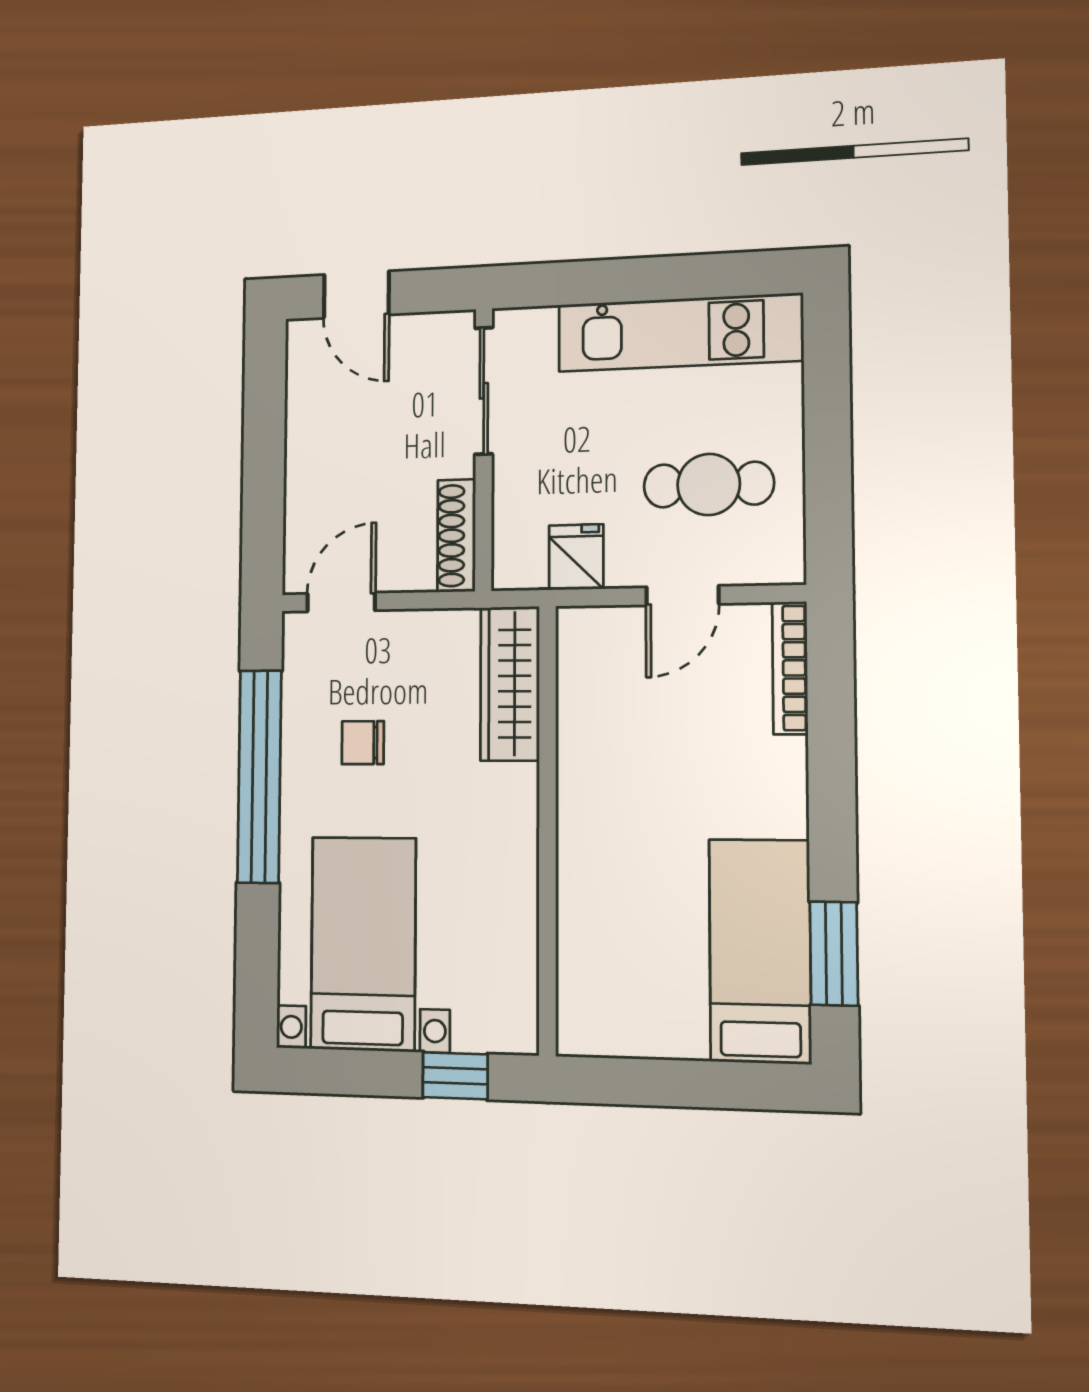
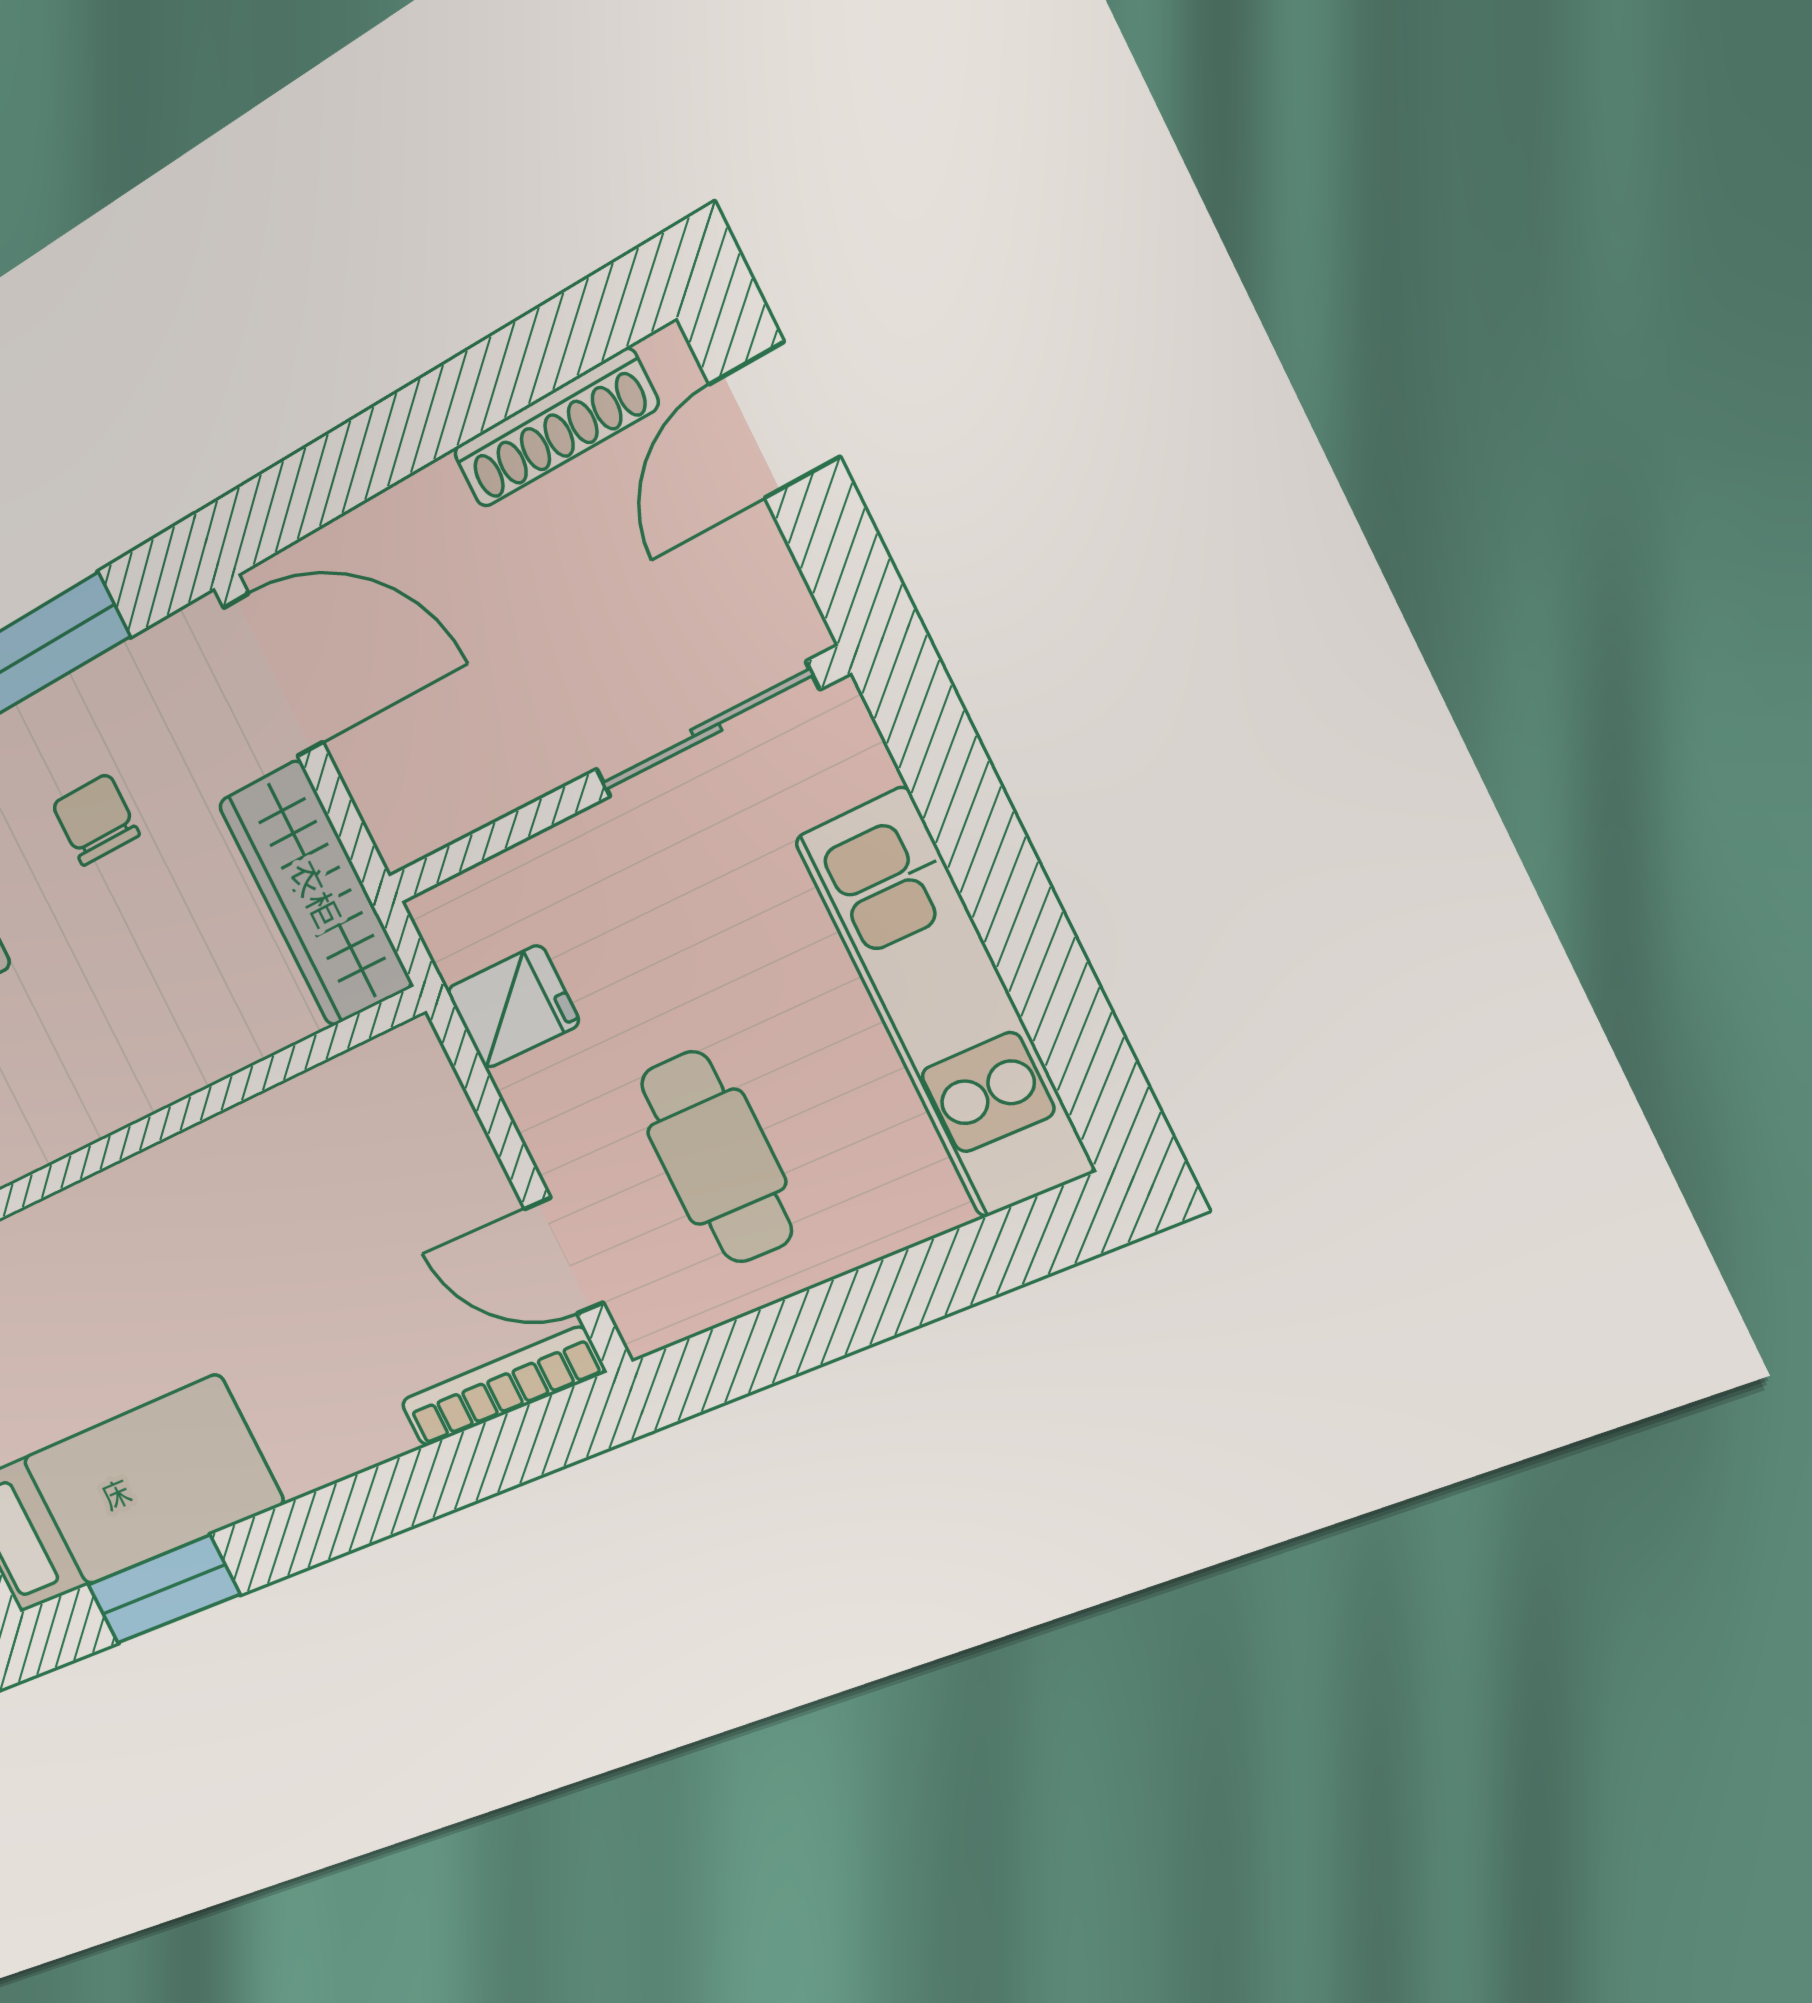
shoe rack: (456, 536) -> (555, 428), moved, turned 180
door: (683, 596) -> (564, 1256), moved
door: (341, 602) -> (273, 675), width x1.38
wardrobe: (510, 684) -> (315, 894), moved, turned -90

